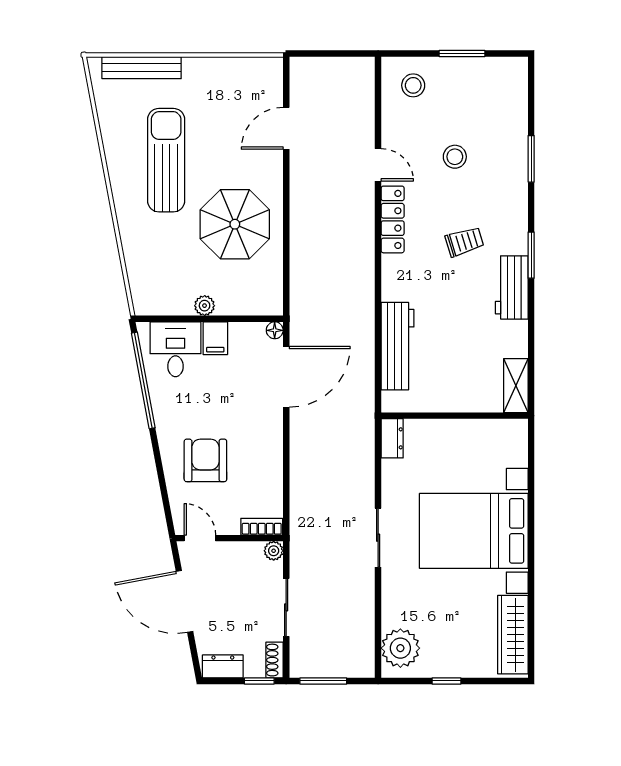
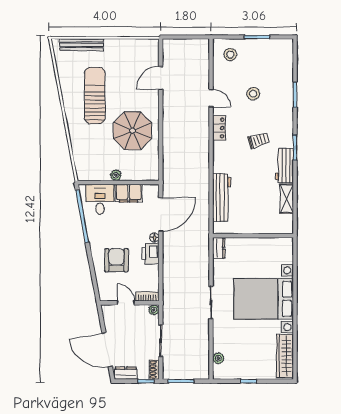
locker: (393, 219) -> (219, 128), width x0.66
floor lamp: (275, 330) -> (154, 237), moved
filing cabinet: (215, 338) -> (128, 193), width x2.00
shelving: (516, 386) -> (287, 199), moved
printer: (268, 448) -> (151, 253), added
door: (200, 538) -> (126, 303), moved
door: (185, 601) -> (107, 350), moved
plant: (400, 648) -> (218, 358), width x0.53, depth x0.53

